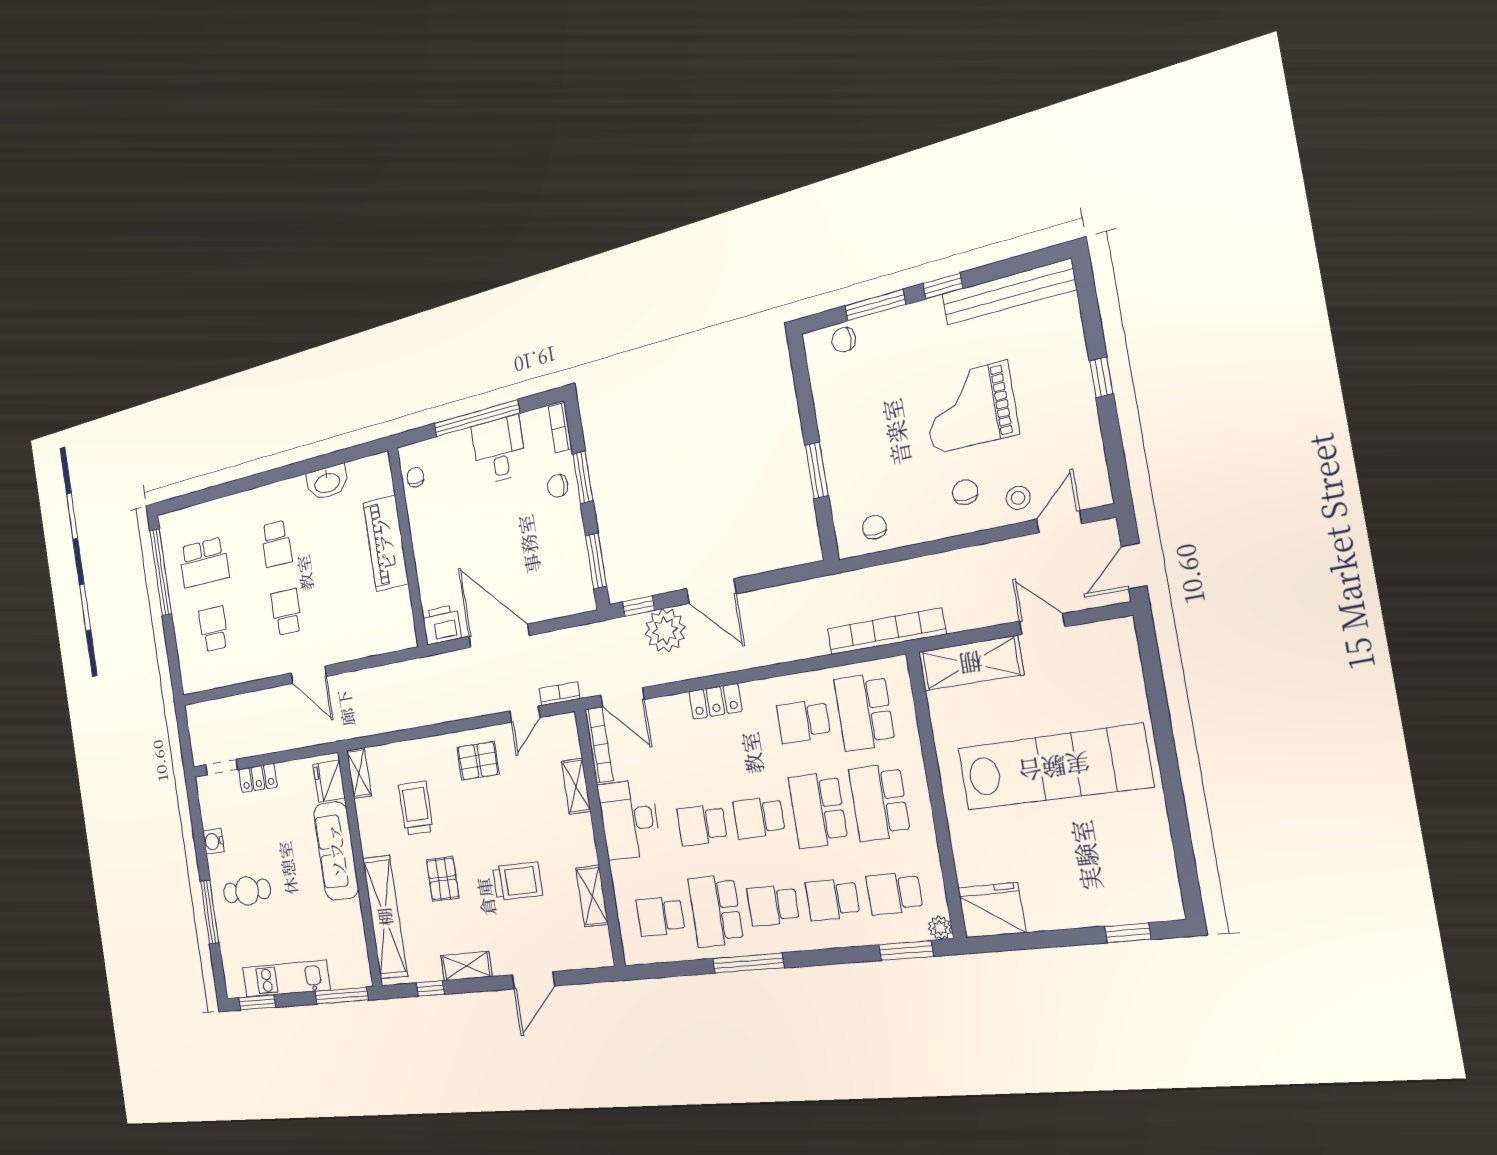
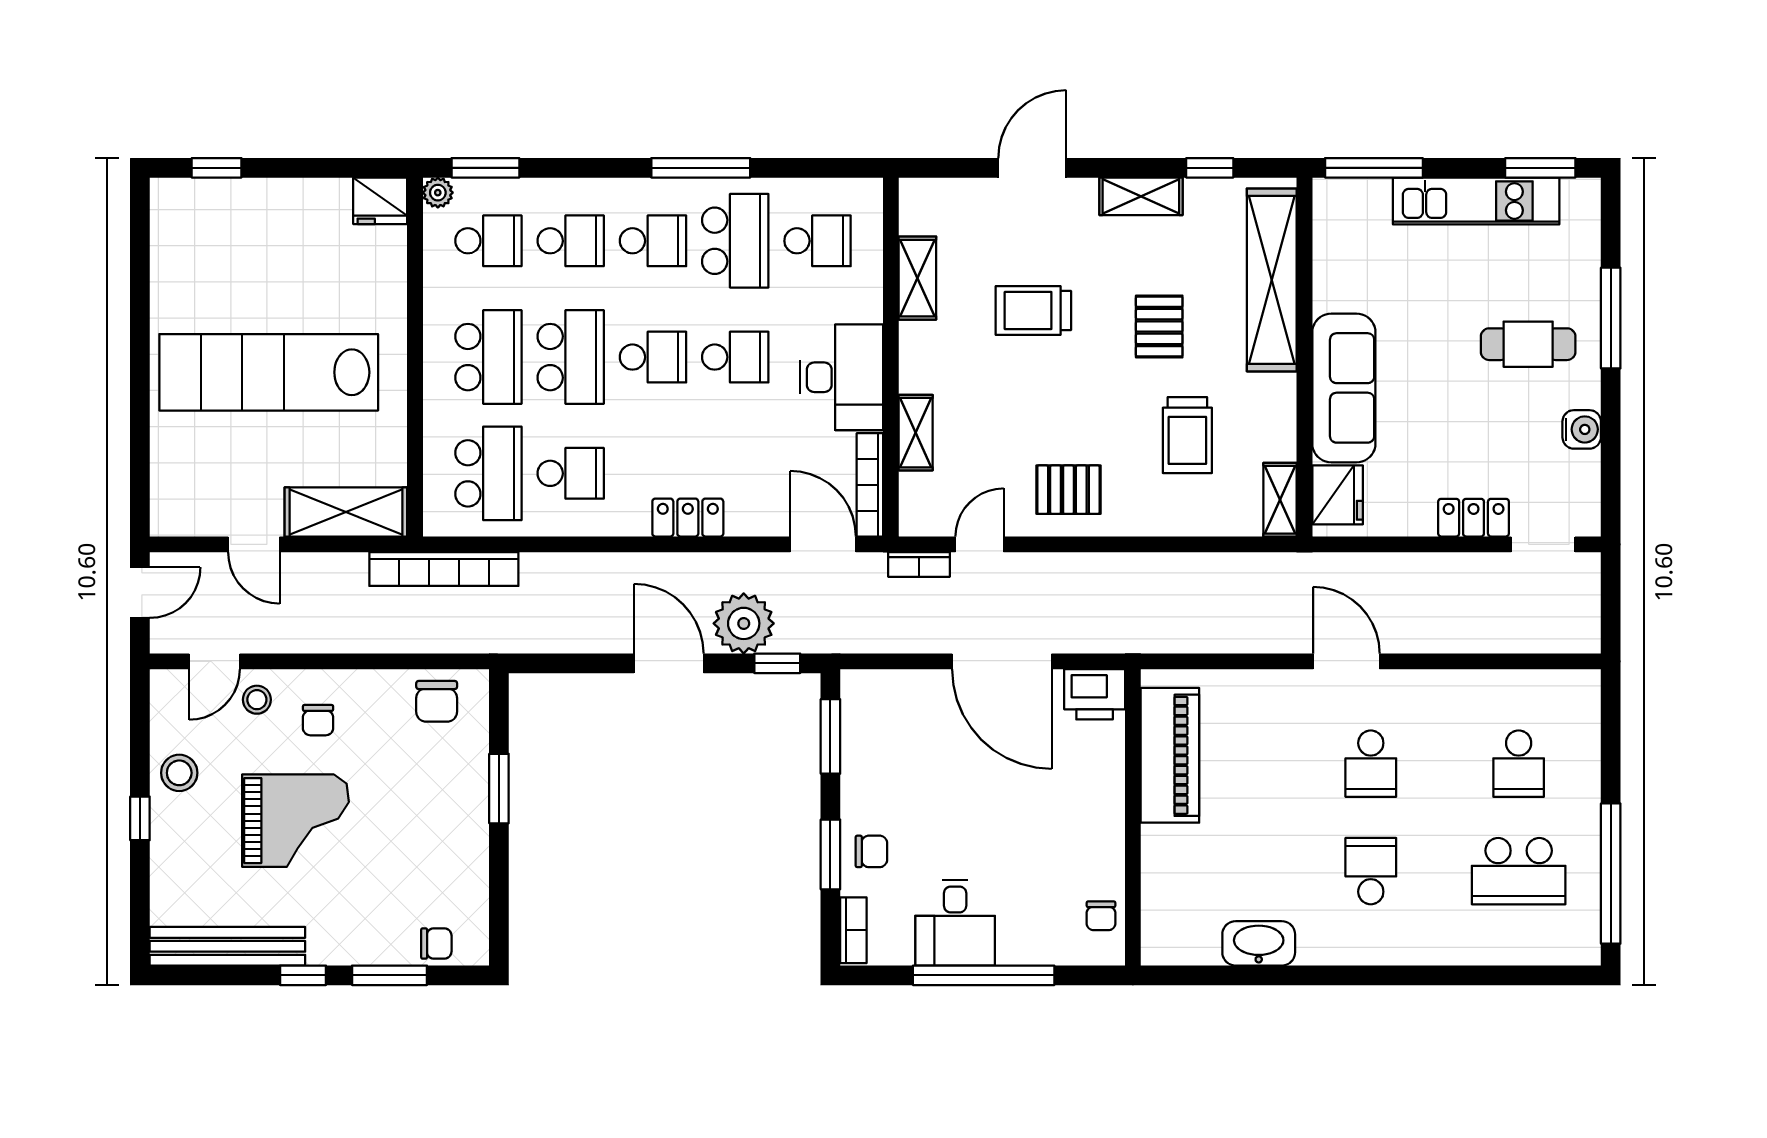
stool: (1074, 423) -> (179, 773), added
chair: (874, 527) -> (437, 701), width x1.37, depth x1.37
piano: (386, 543) -> (1170, 755), moved
school desk: (204, 562) -> (1519, 871), turned 180
fridge: (992, 910) -> (380, 201), width x0.73, depth x0.75

